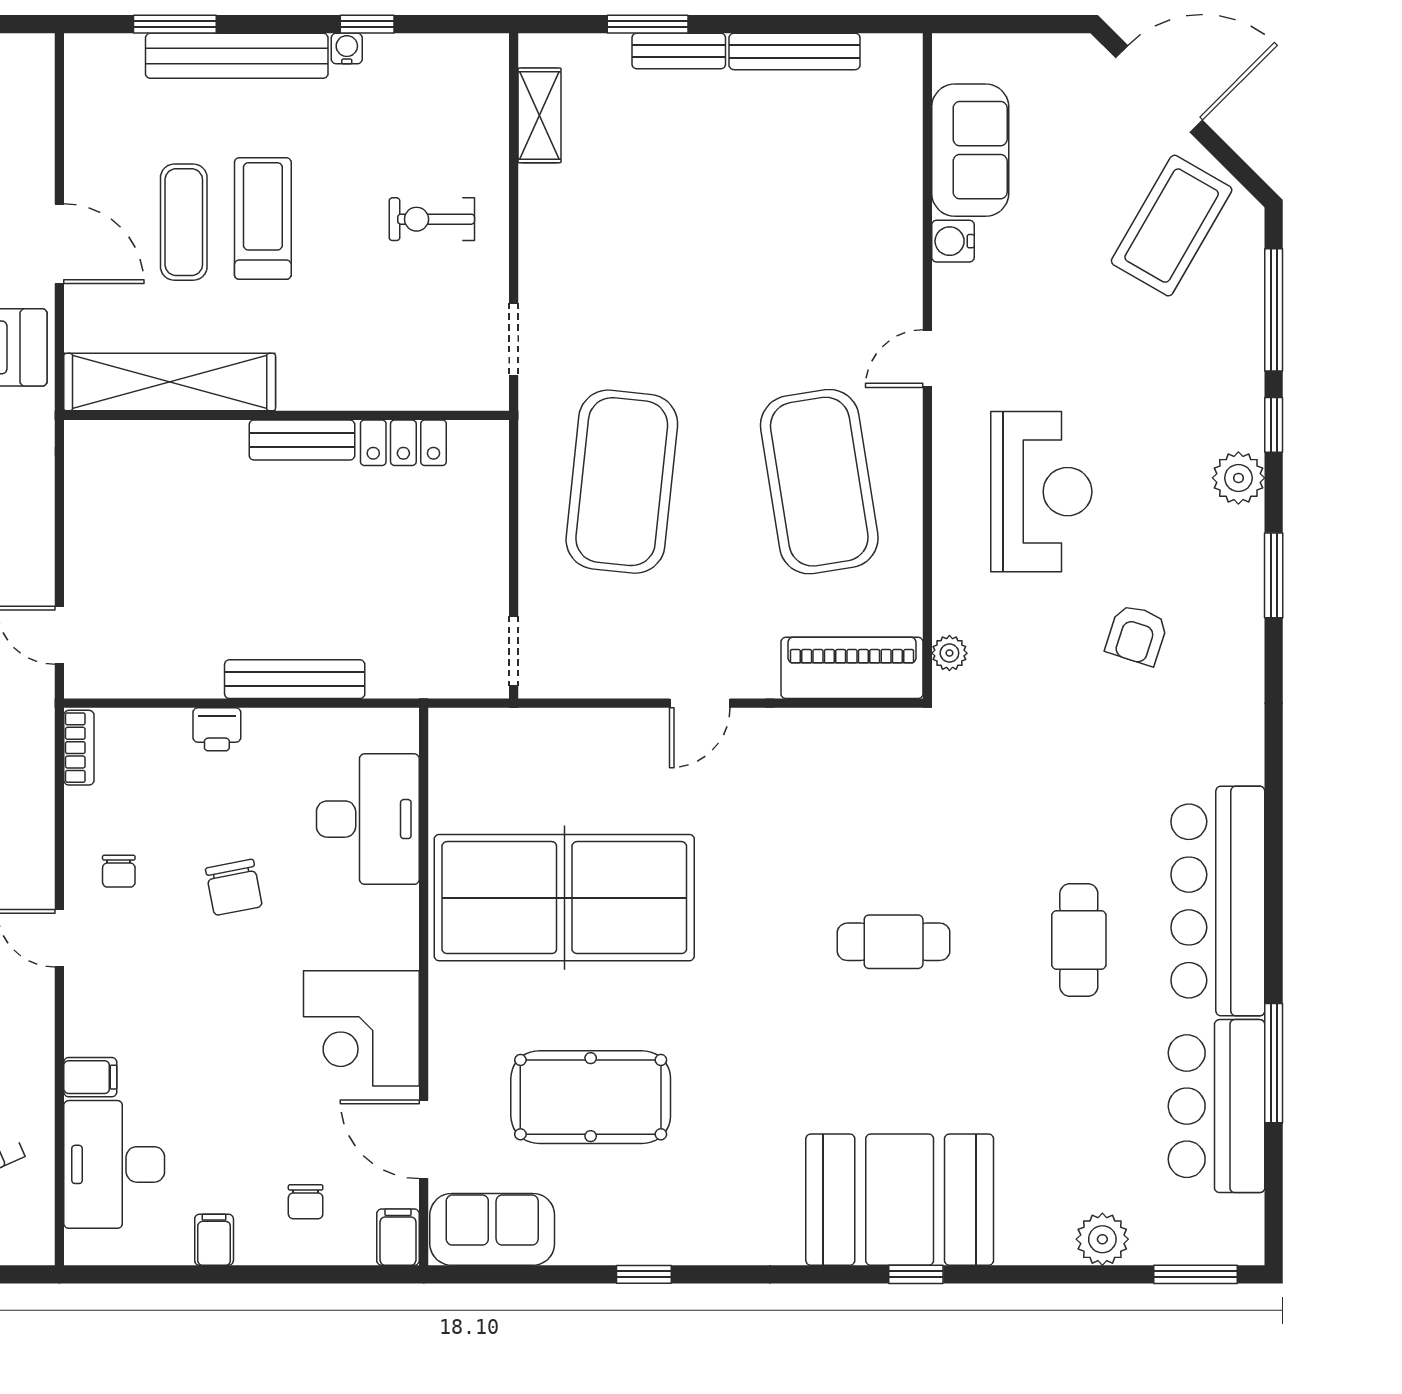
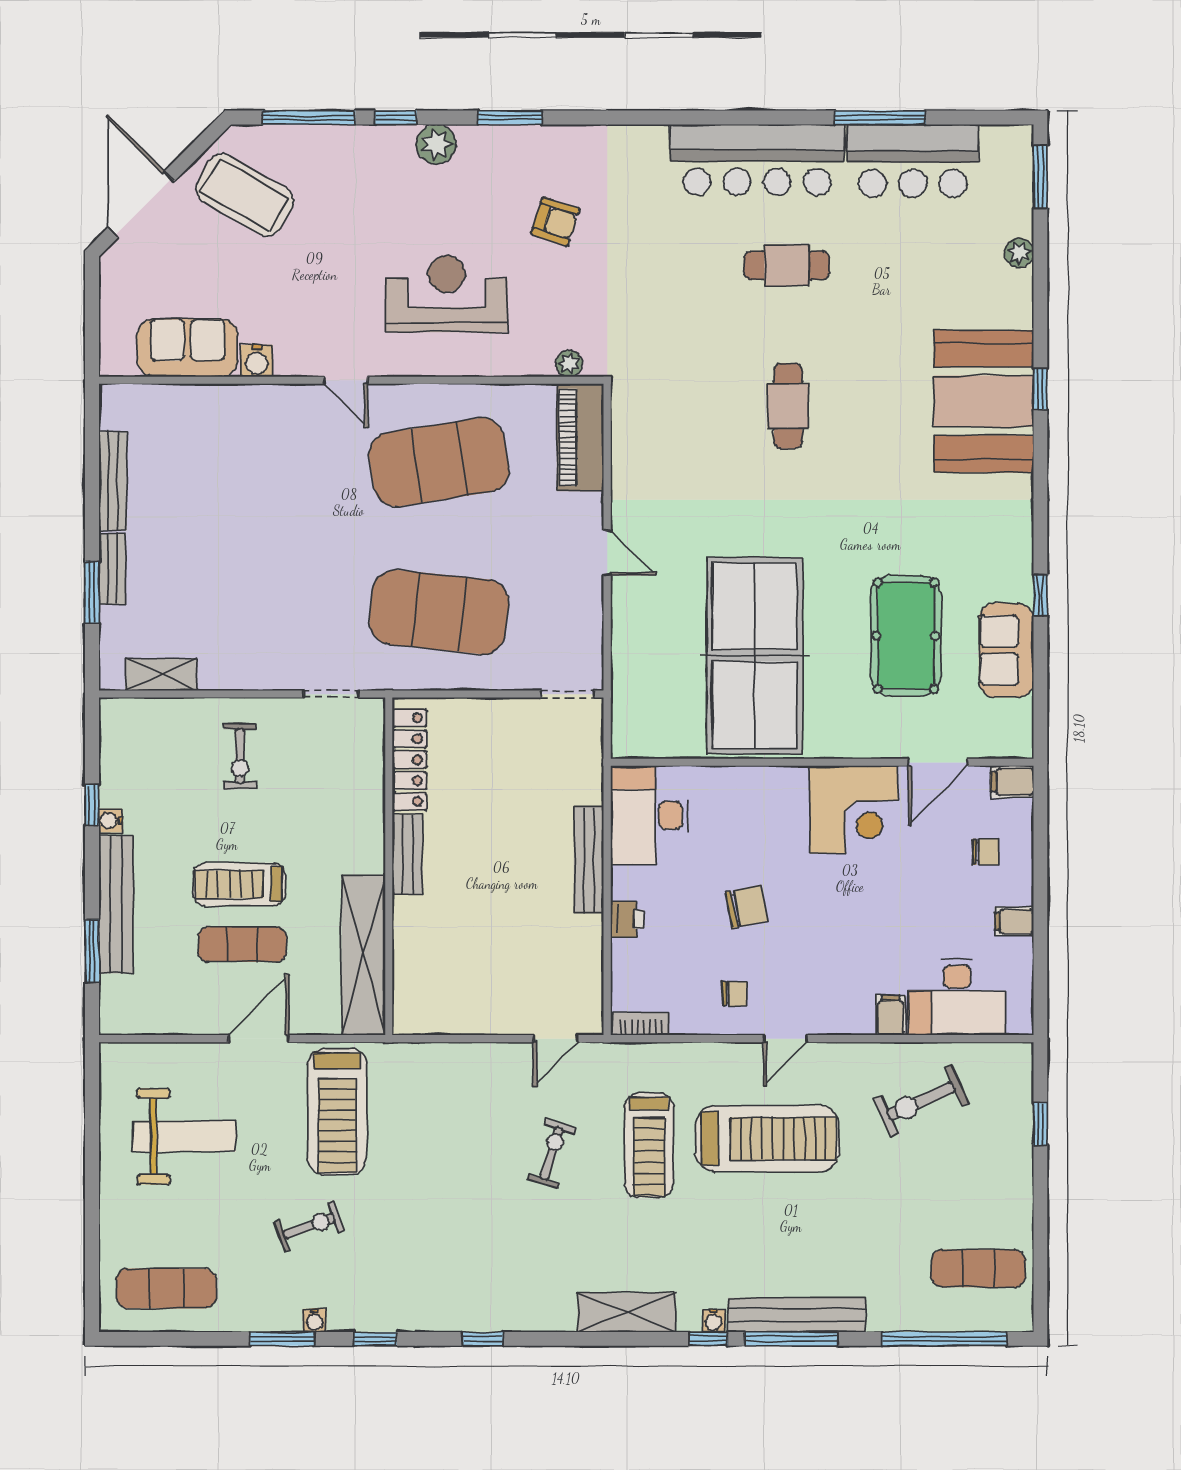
locker: (403, 443) -> (410, 760), width x1.53
desk: (368, 819) -> (649, 815), moved, turned -90
sofa: (492, 1229) -> (1006, 650), moved
plant: (1102, 1239) -> (1019, 253), width x0.73, depth x0.73

